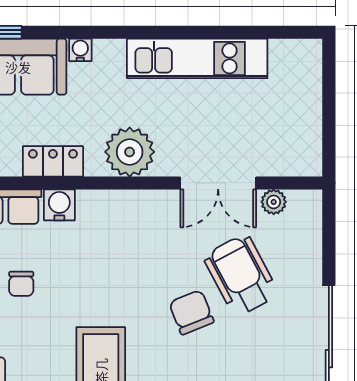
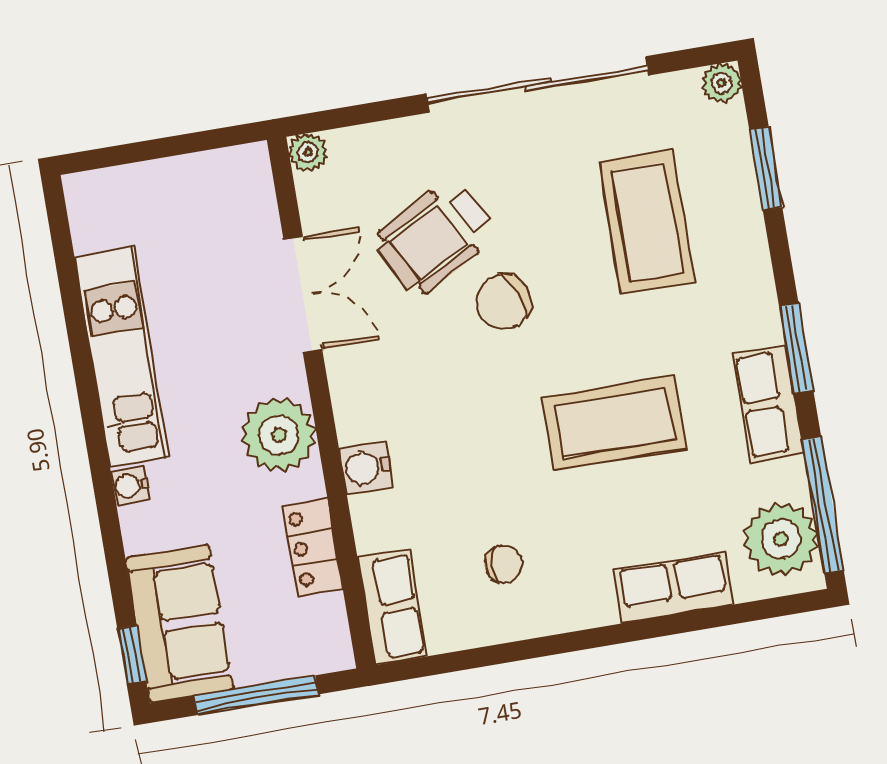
water cooler: (80, 50) -> (130, 486), moved
plant: (274, 202) -> (308, 152), moved
water cooler: (59, 205) -> (366, 468), moved

